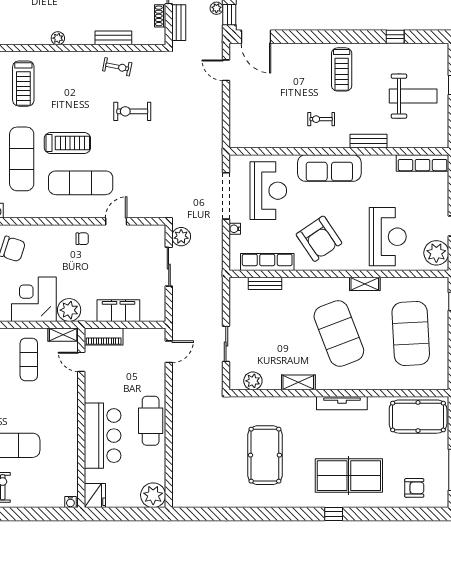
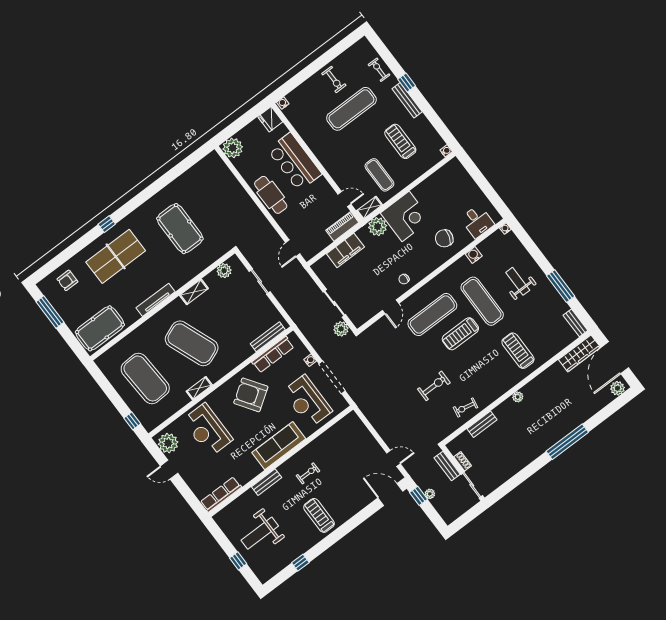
bench: (265, 283) -> (268, 337), width x1.36

